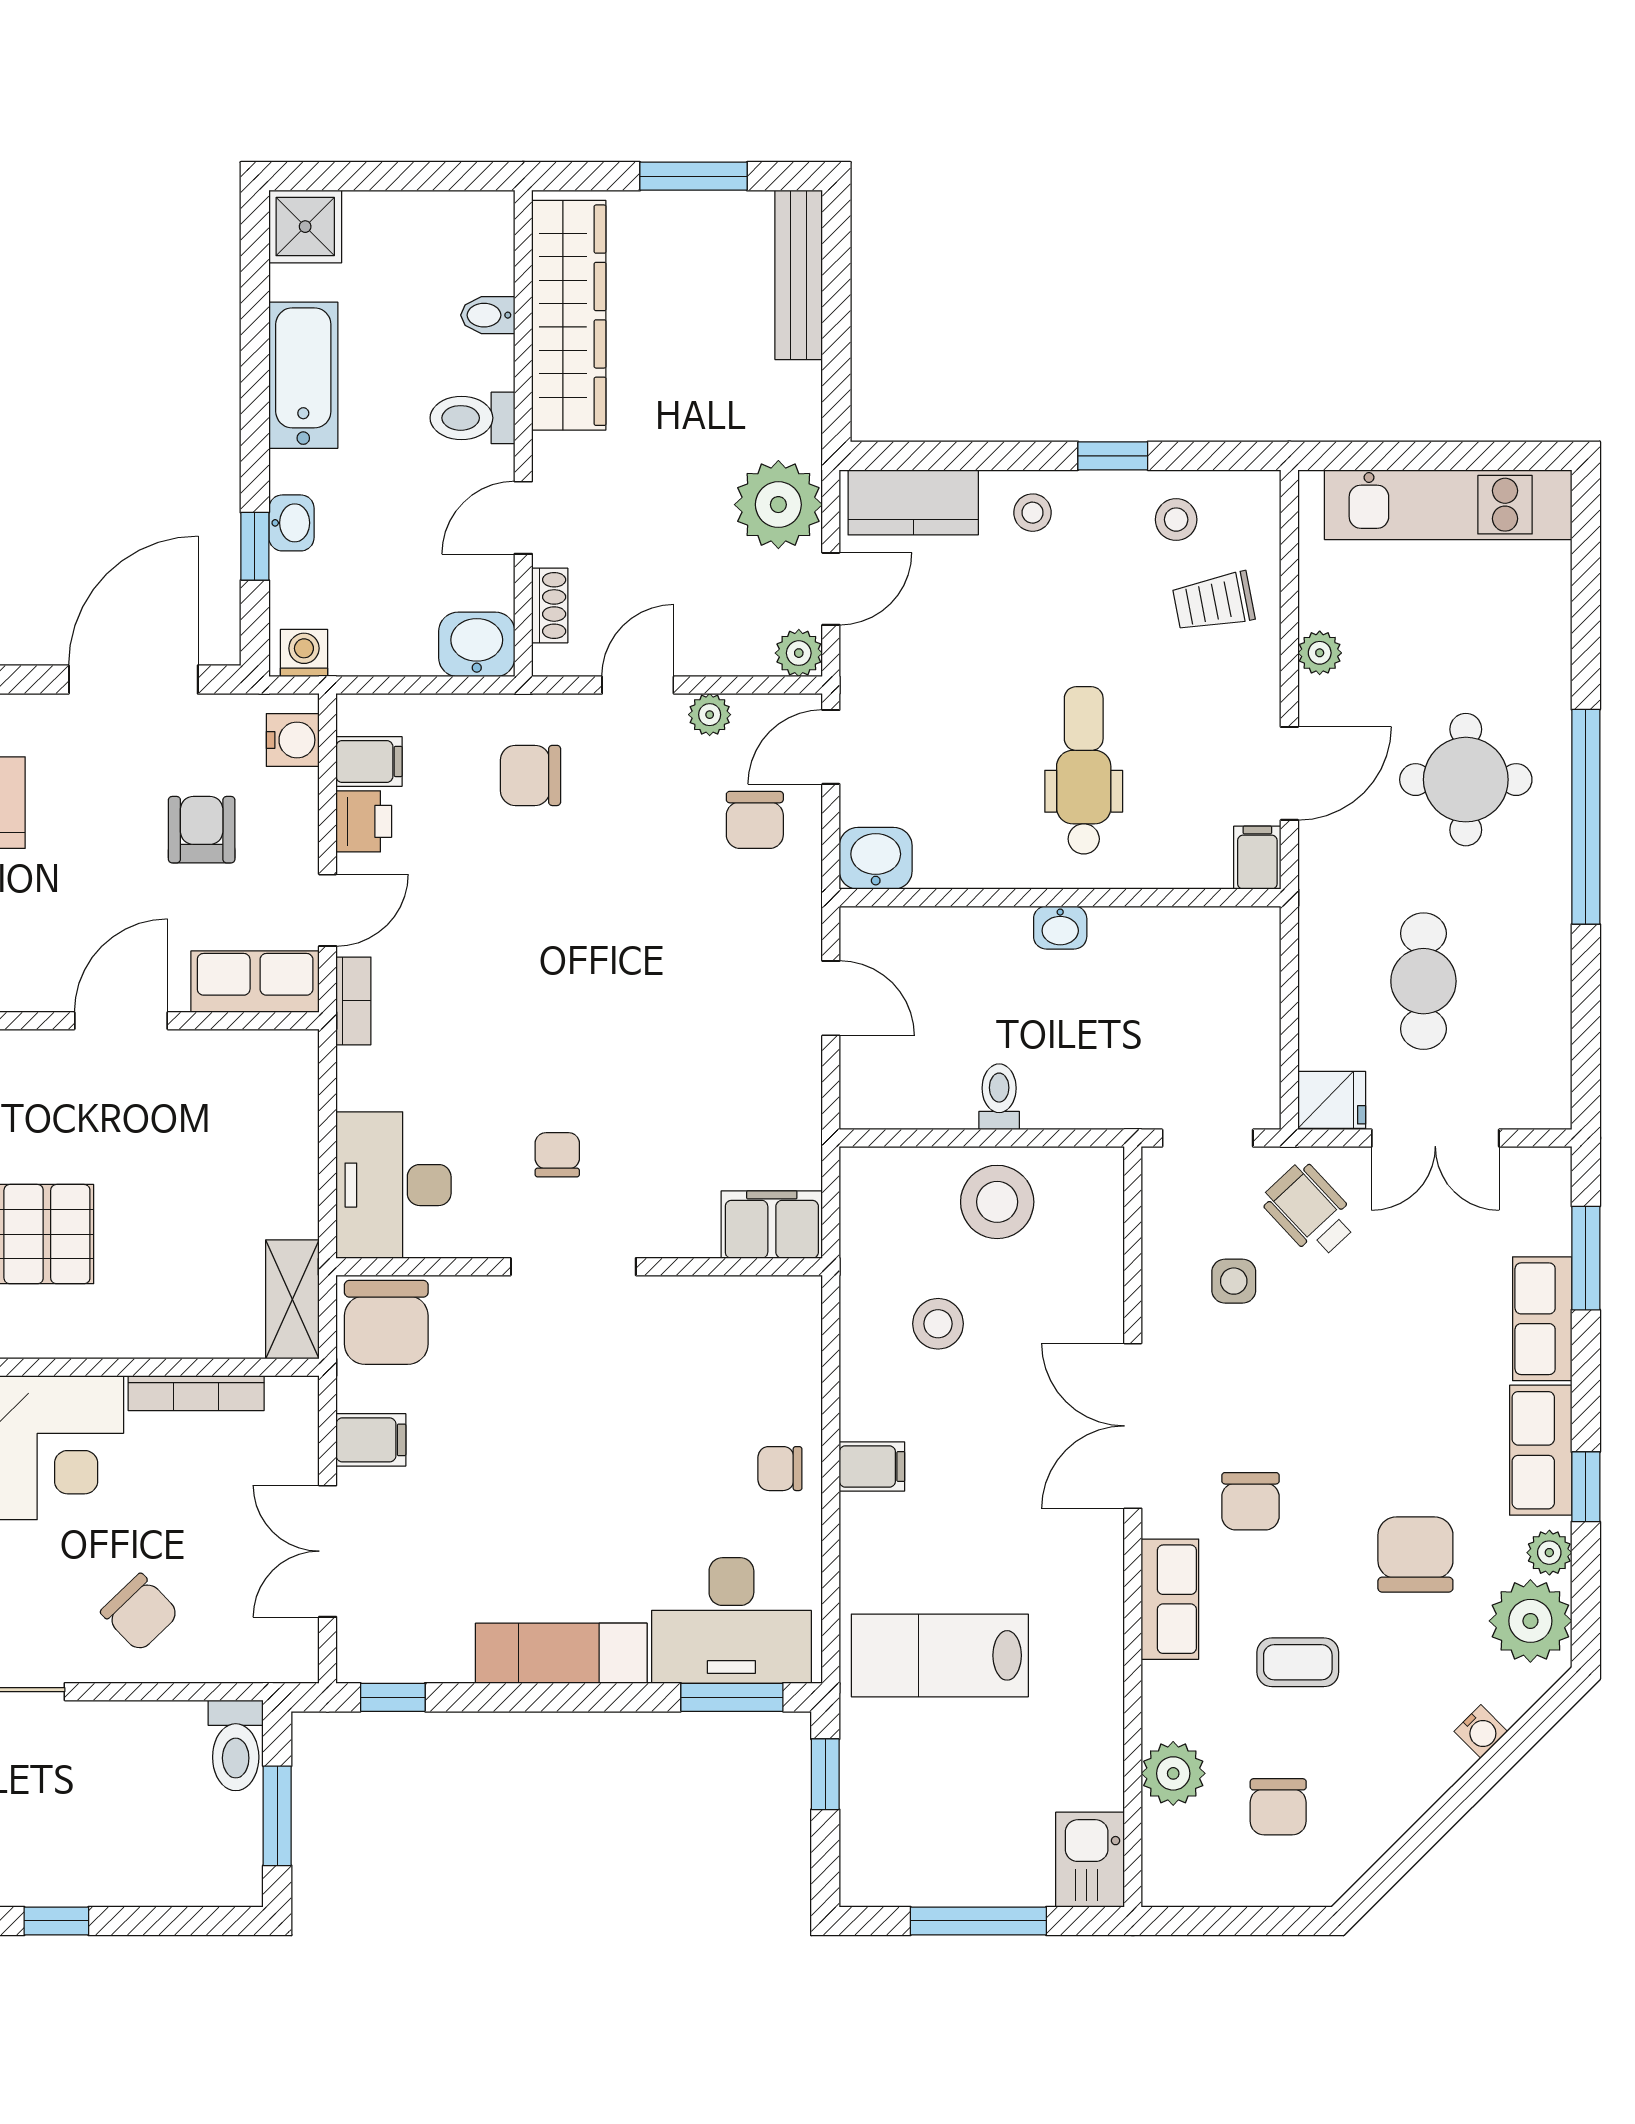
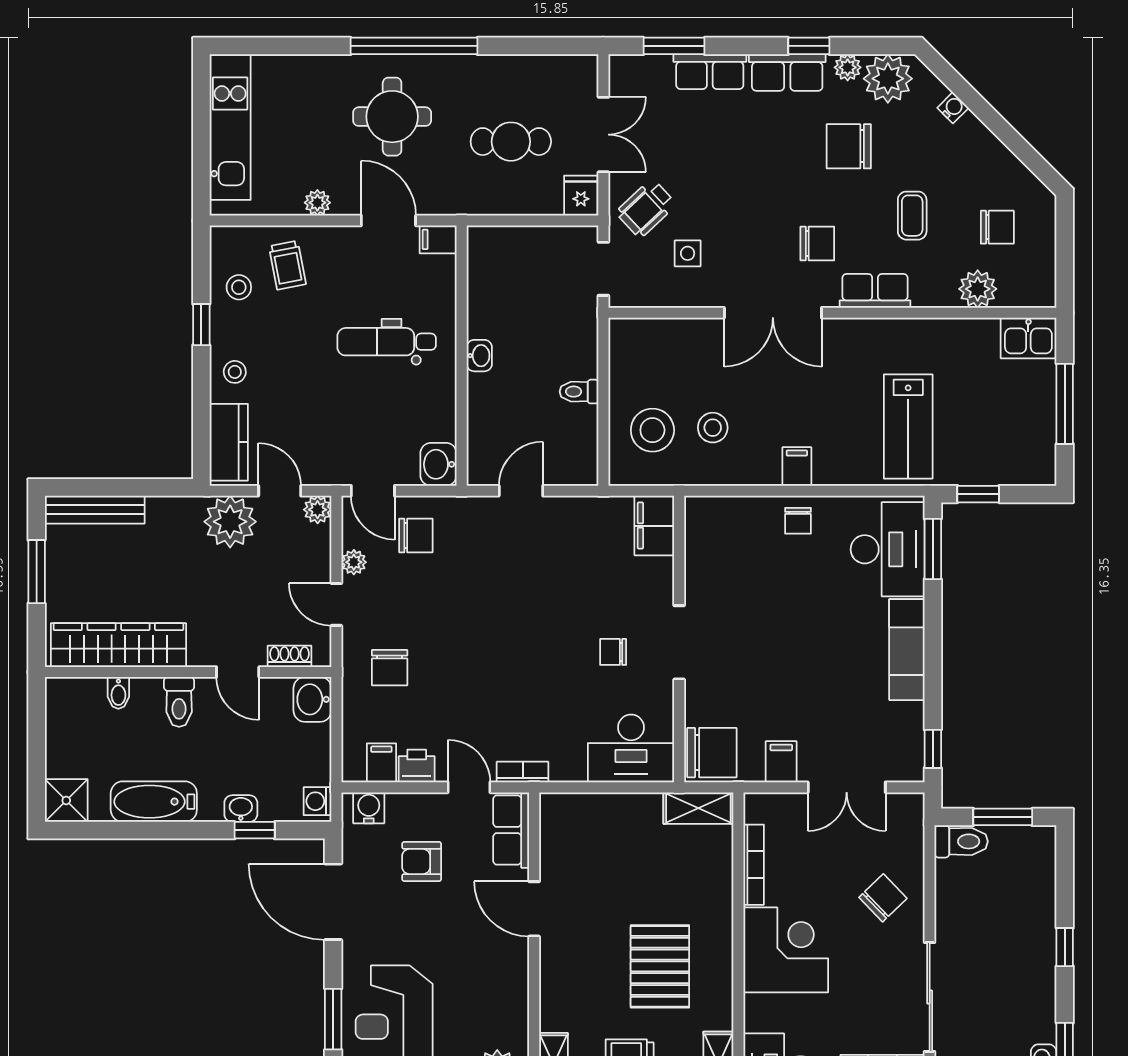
stool: (997, 1202) -> (652, 430), moved

